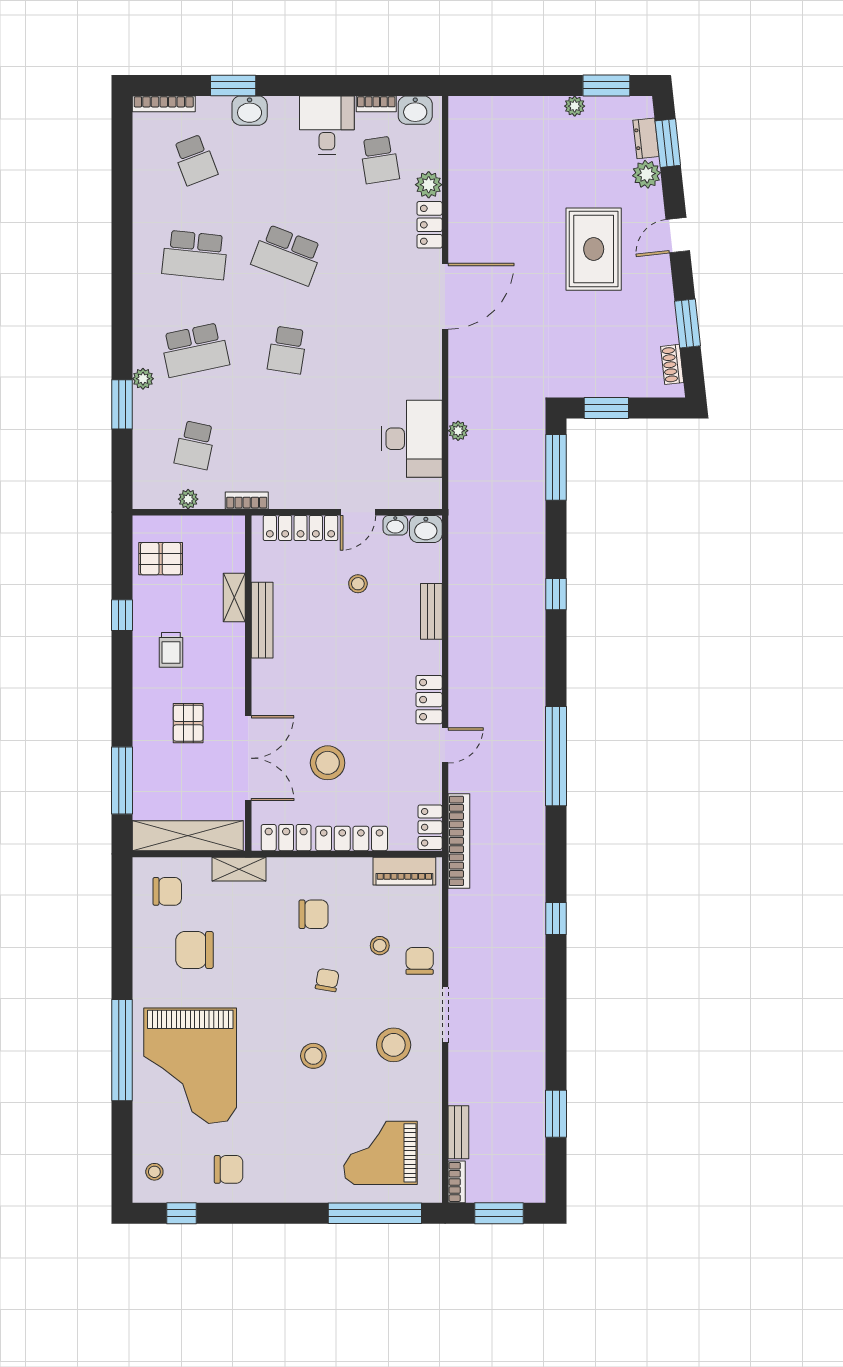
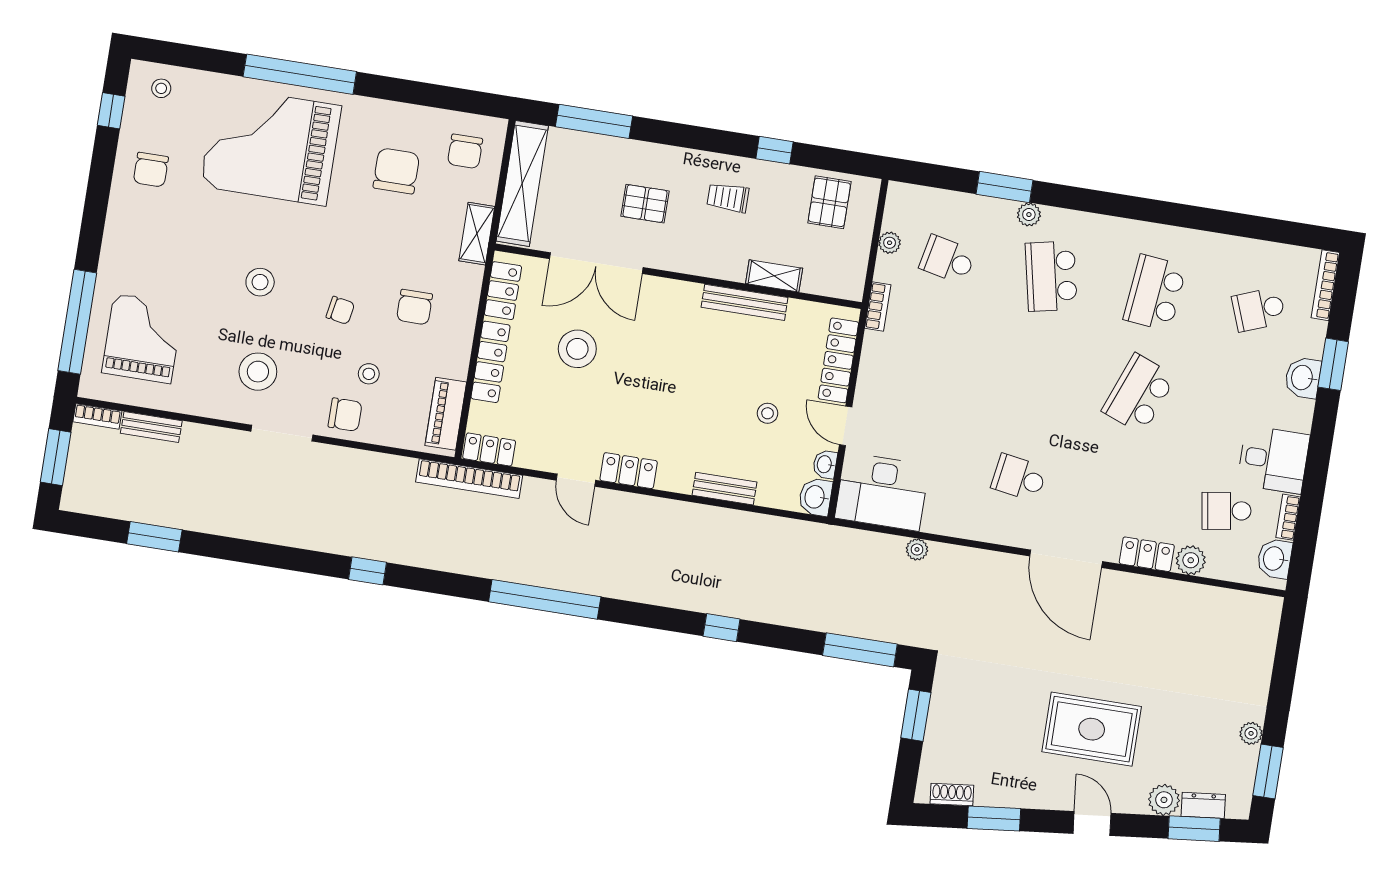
school desk: (287, 350) -> (1019, 478), moved
desk: (412, 439) -> (882, 492), moved

